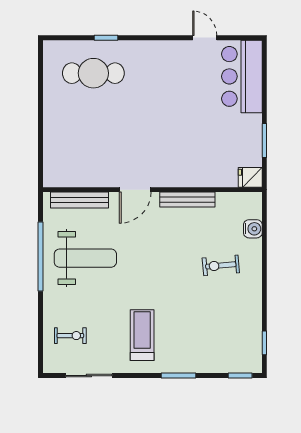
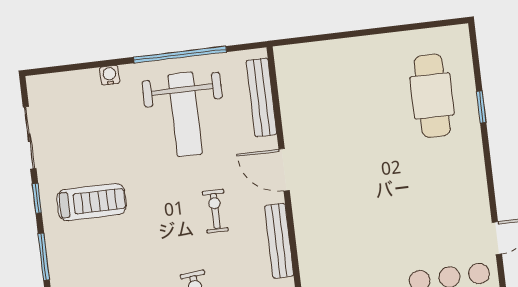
water cooler: (50, 311) -> (110, 75), added
exercise bike: (70, 336) -> (215, 211), moved, turned 180
window: (135, 376) -> (37, 198), added

